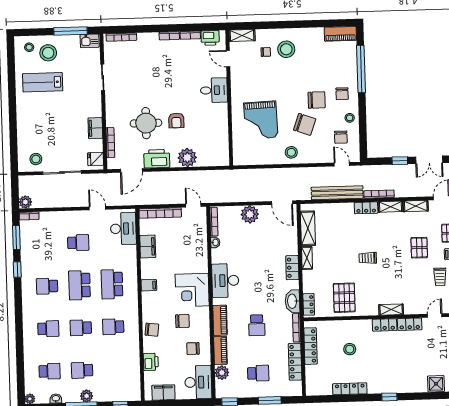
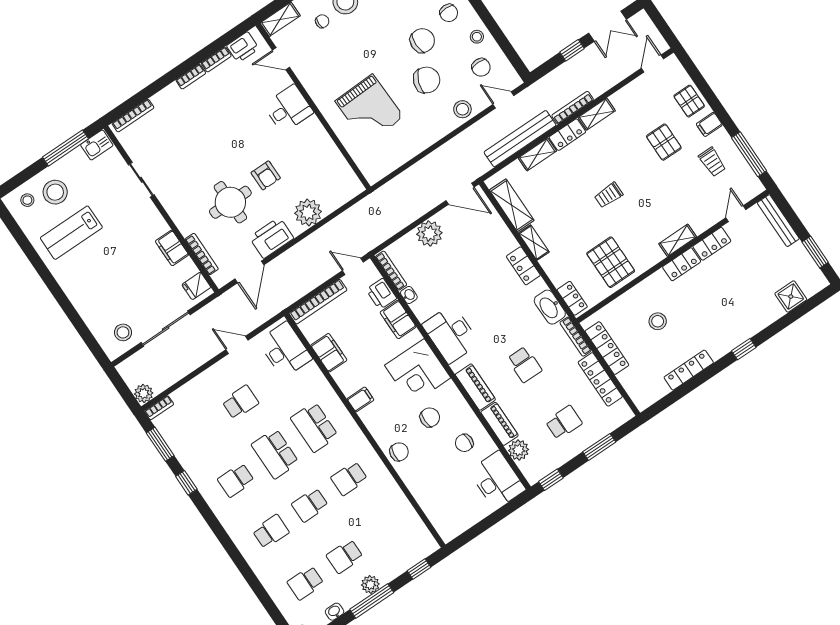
stool: (291, 152) -> (462, 109), moved
shelving: (416, 206) -> (537, 154), moved
printer: (151, 362) -> (381, 294), moved, turned 180
school desk: (50, 371) -> (306, 583), turned 180
filing cabinet: (163, 392) -> (398, 320), moved, turned -90

